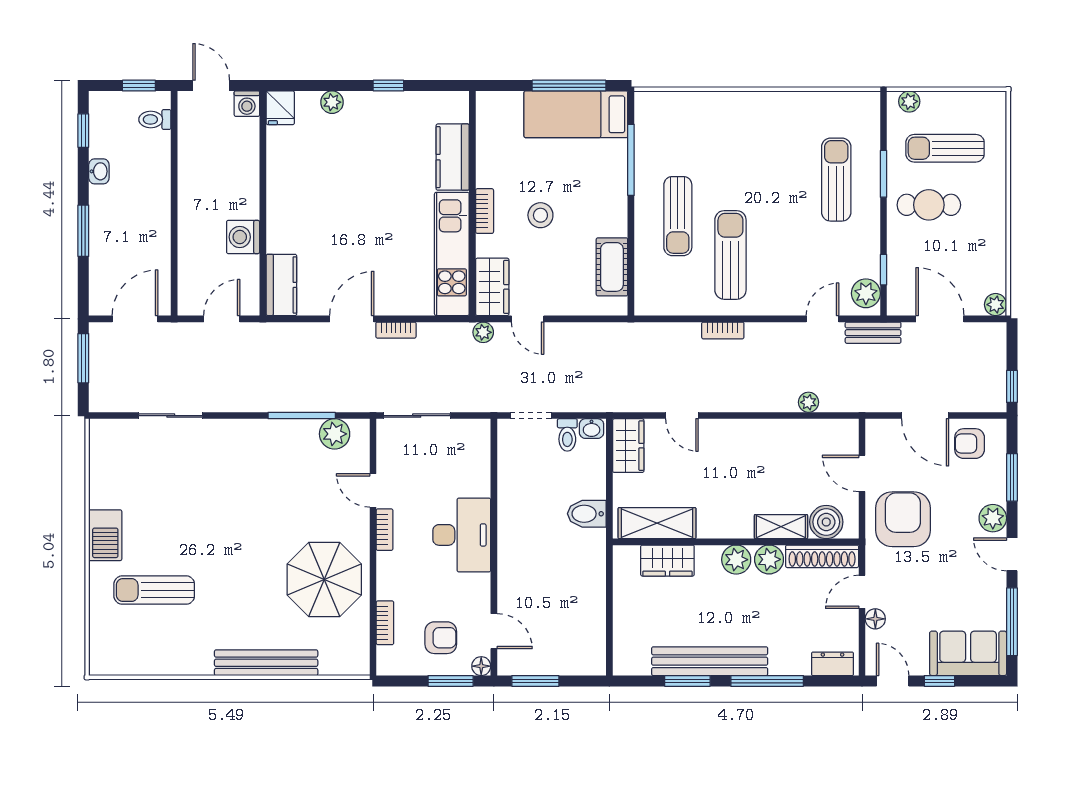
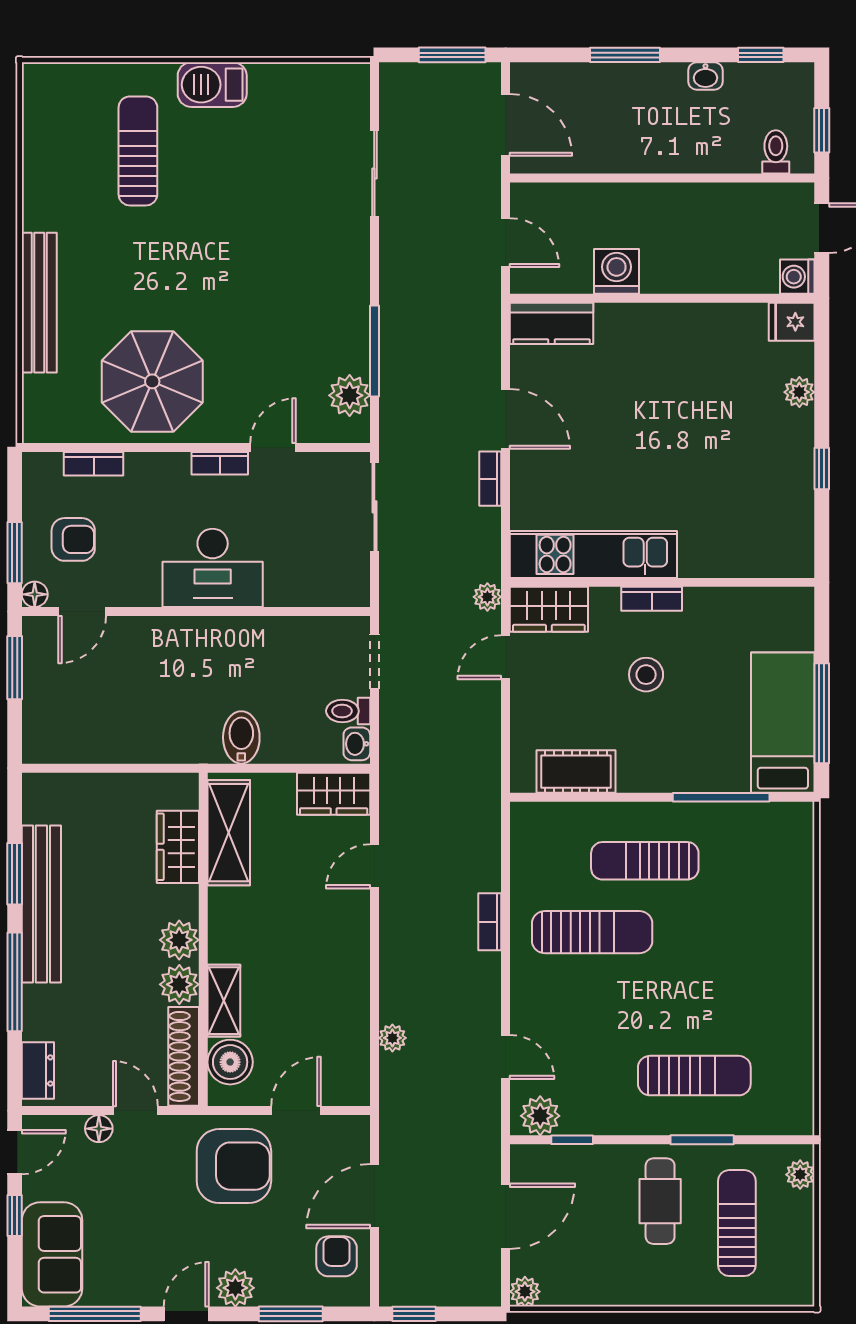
kitchen counter: (453, 157) -> (725, 556), removed
bench: (873, 333) -> (487, 1126), removed
armchair: (441, 638) -> (73, 539), turned -90

